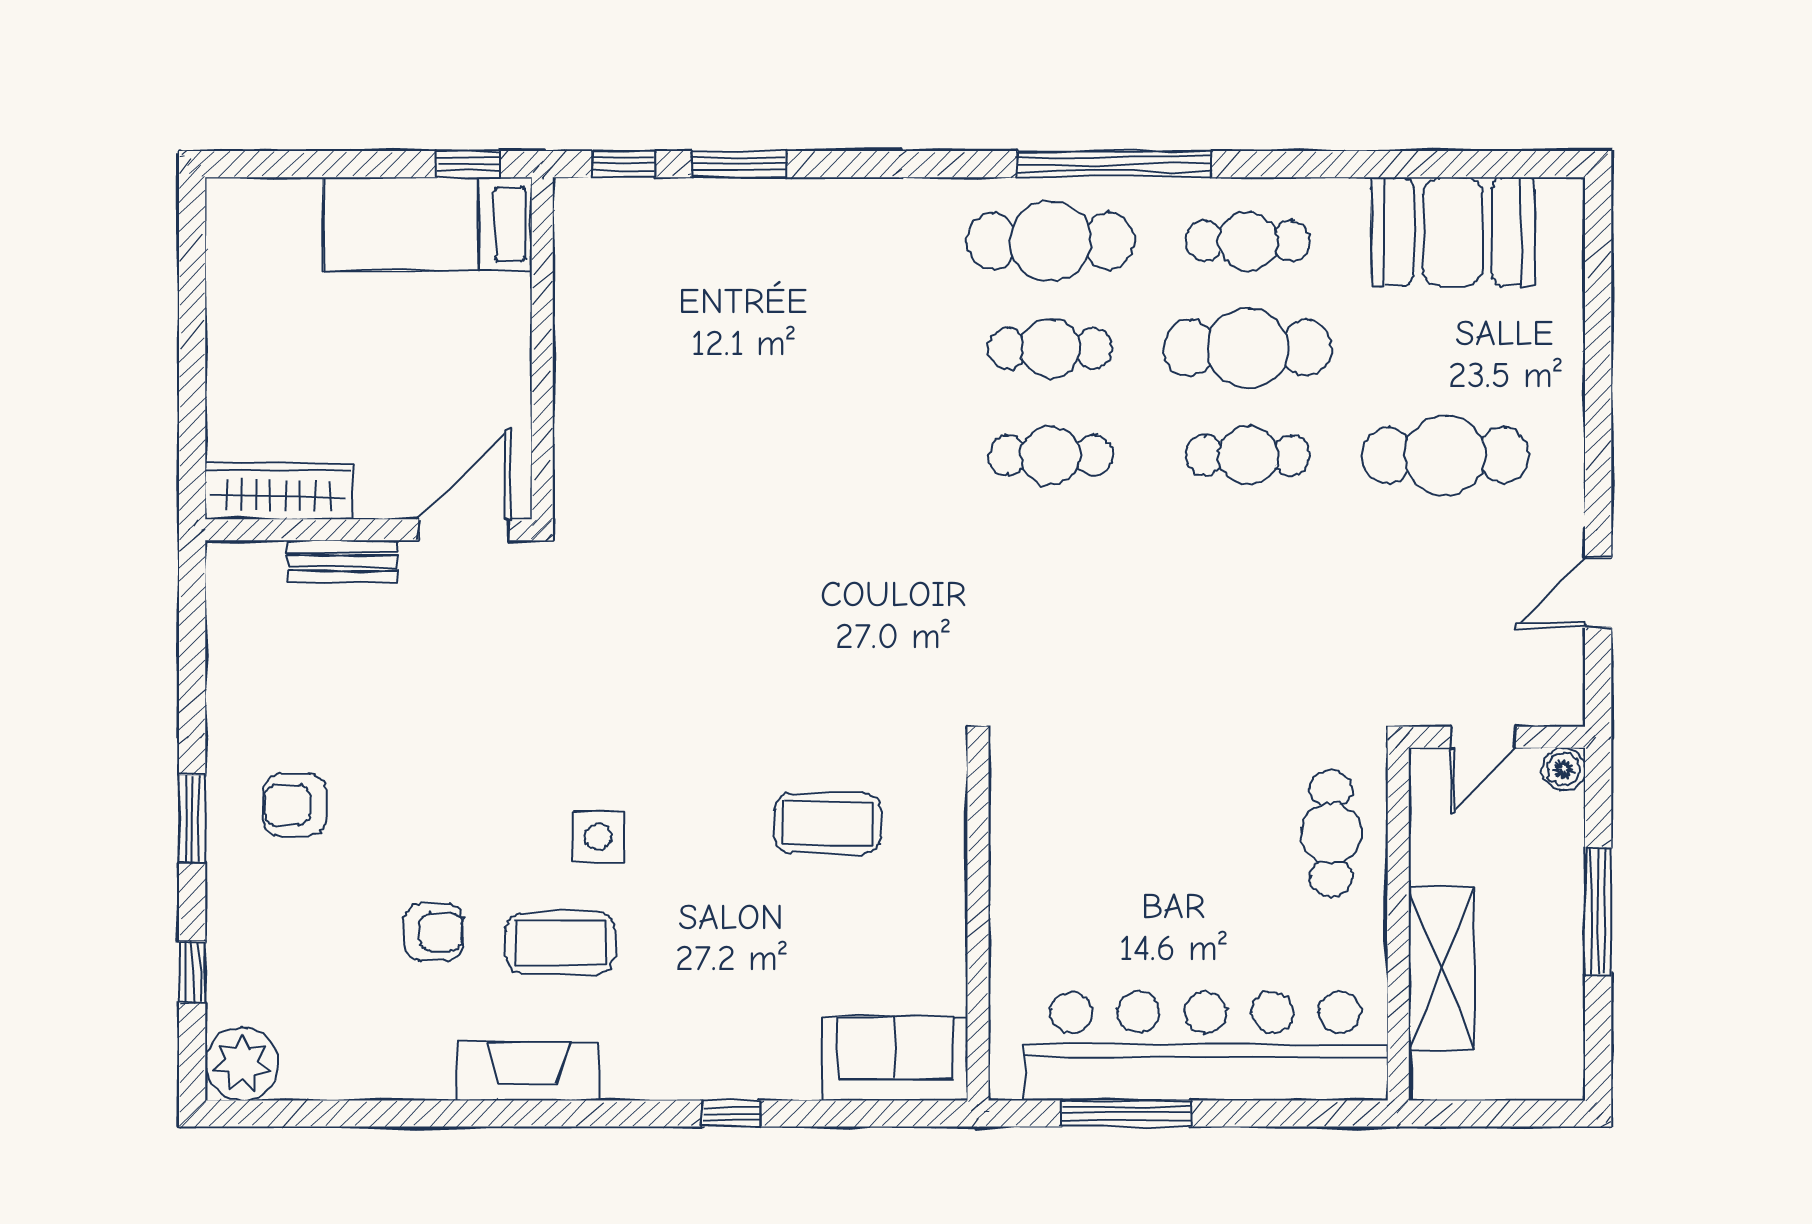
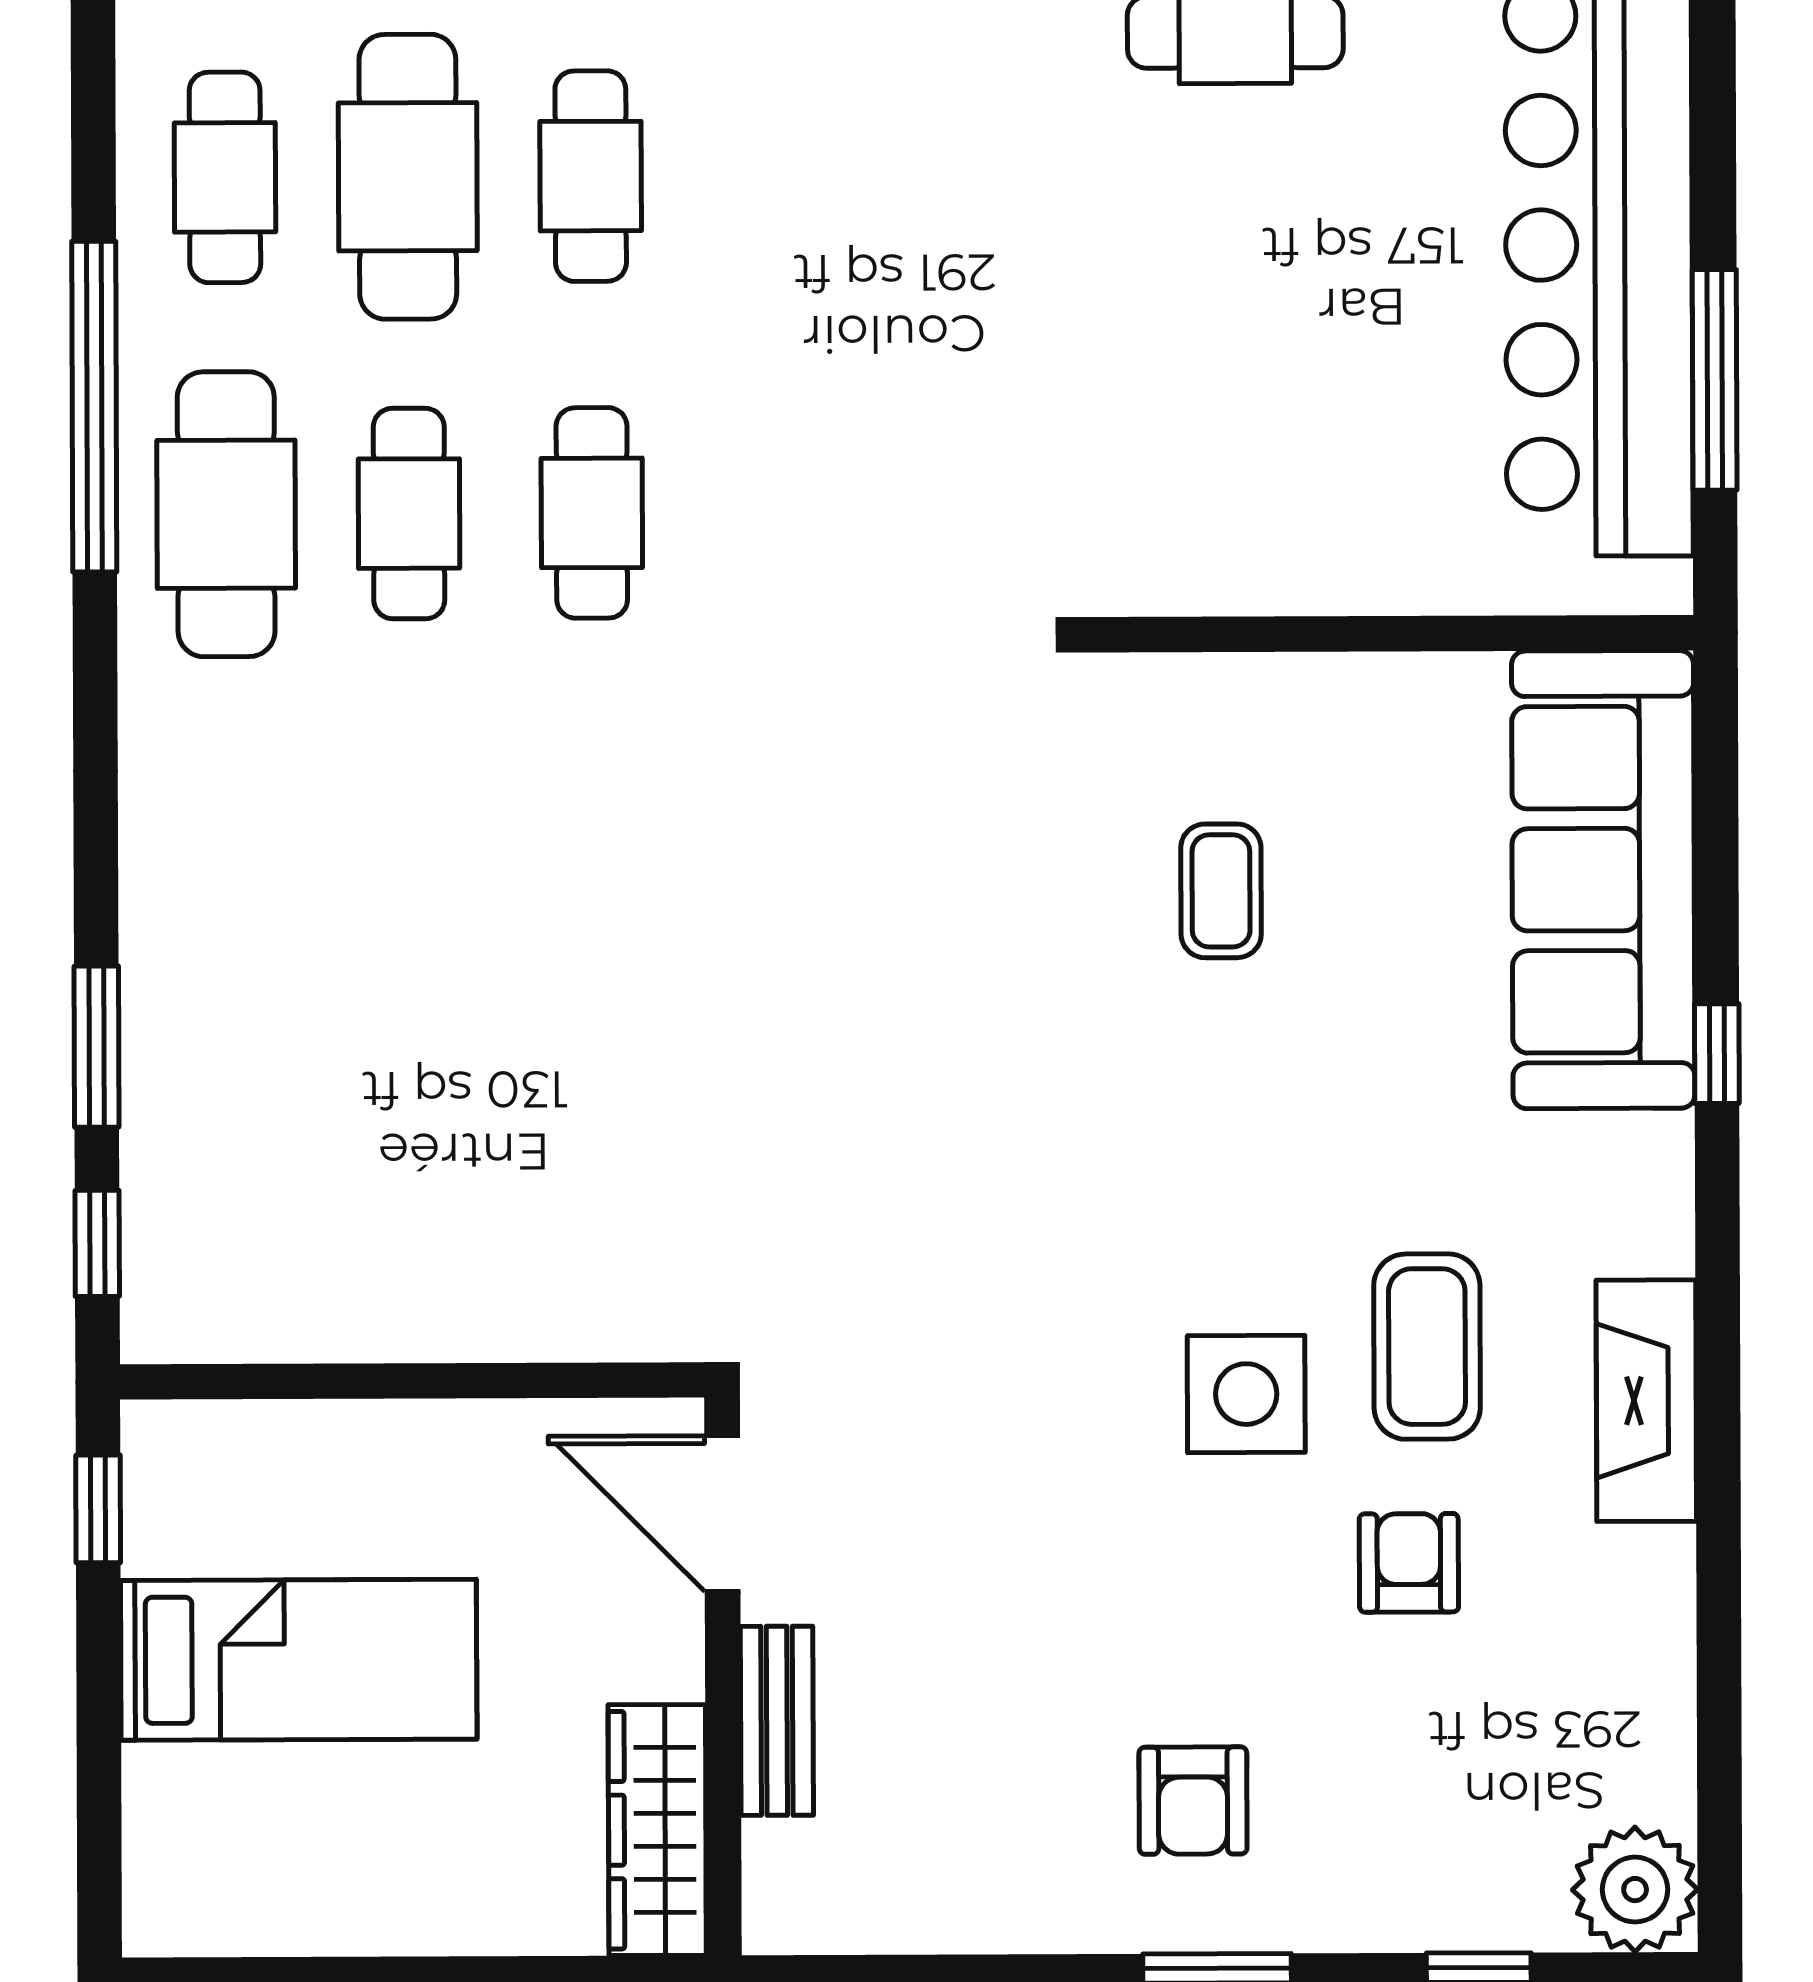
bed: (428, 224) -> (299, 1660), moved, turned -90
coffee table: (828, 823) -> (1221, 891), width x0.73, depth x0.77
side table: (598, 837) -> (1246, 1394), moved, width x1.37, depth x1.37
sofa: (895, 1059) -> (1603, 880), width x1.85, depth x1.27

